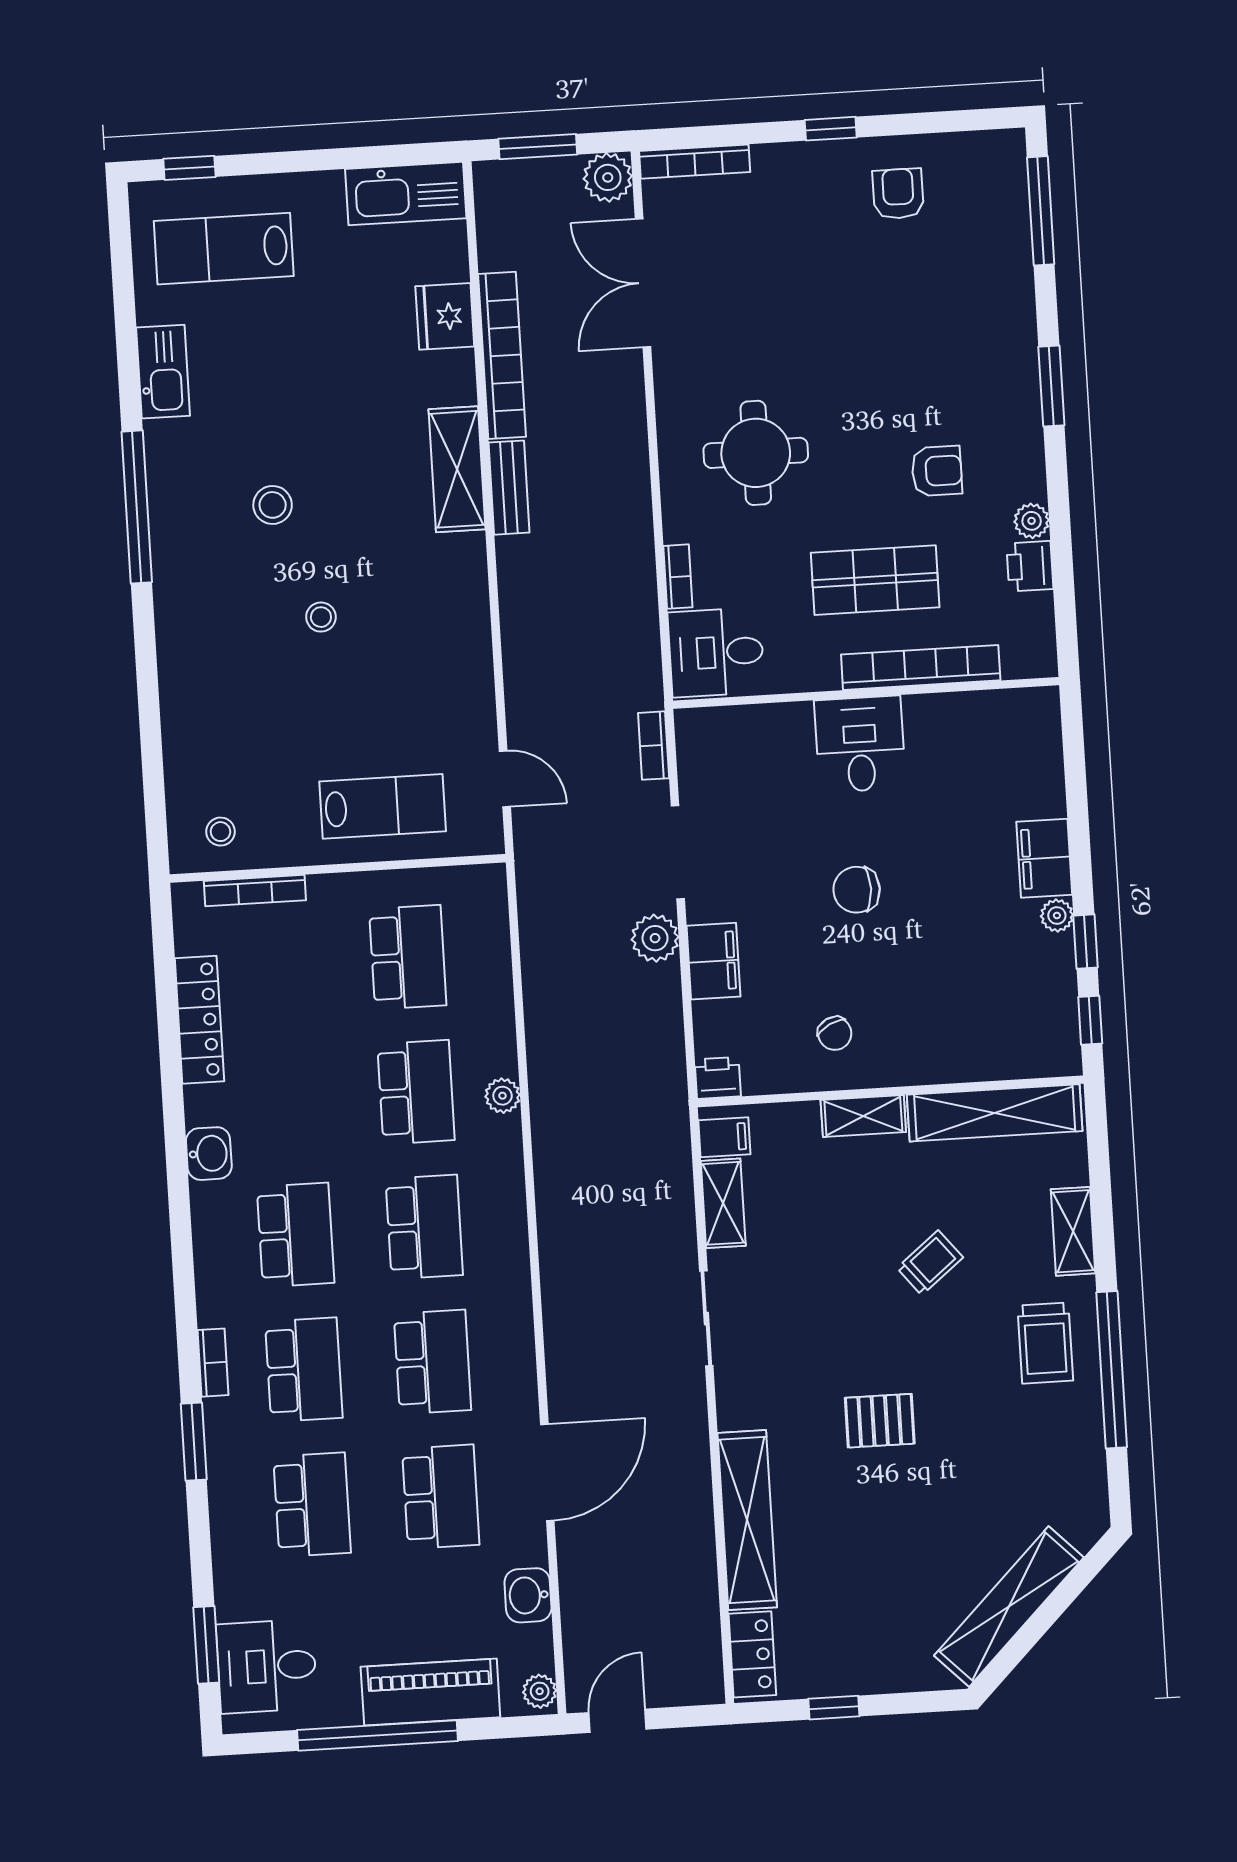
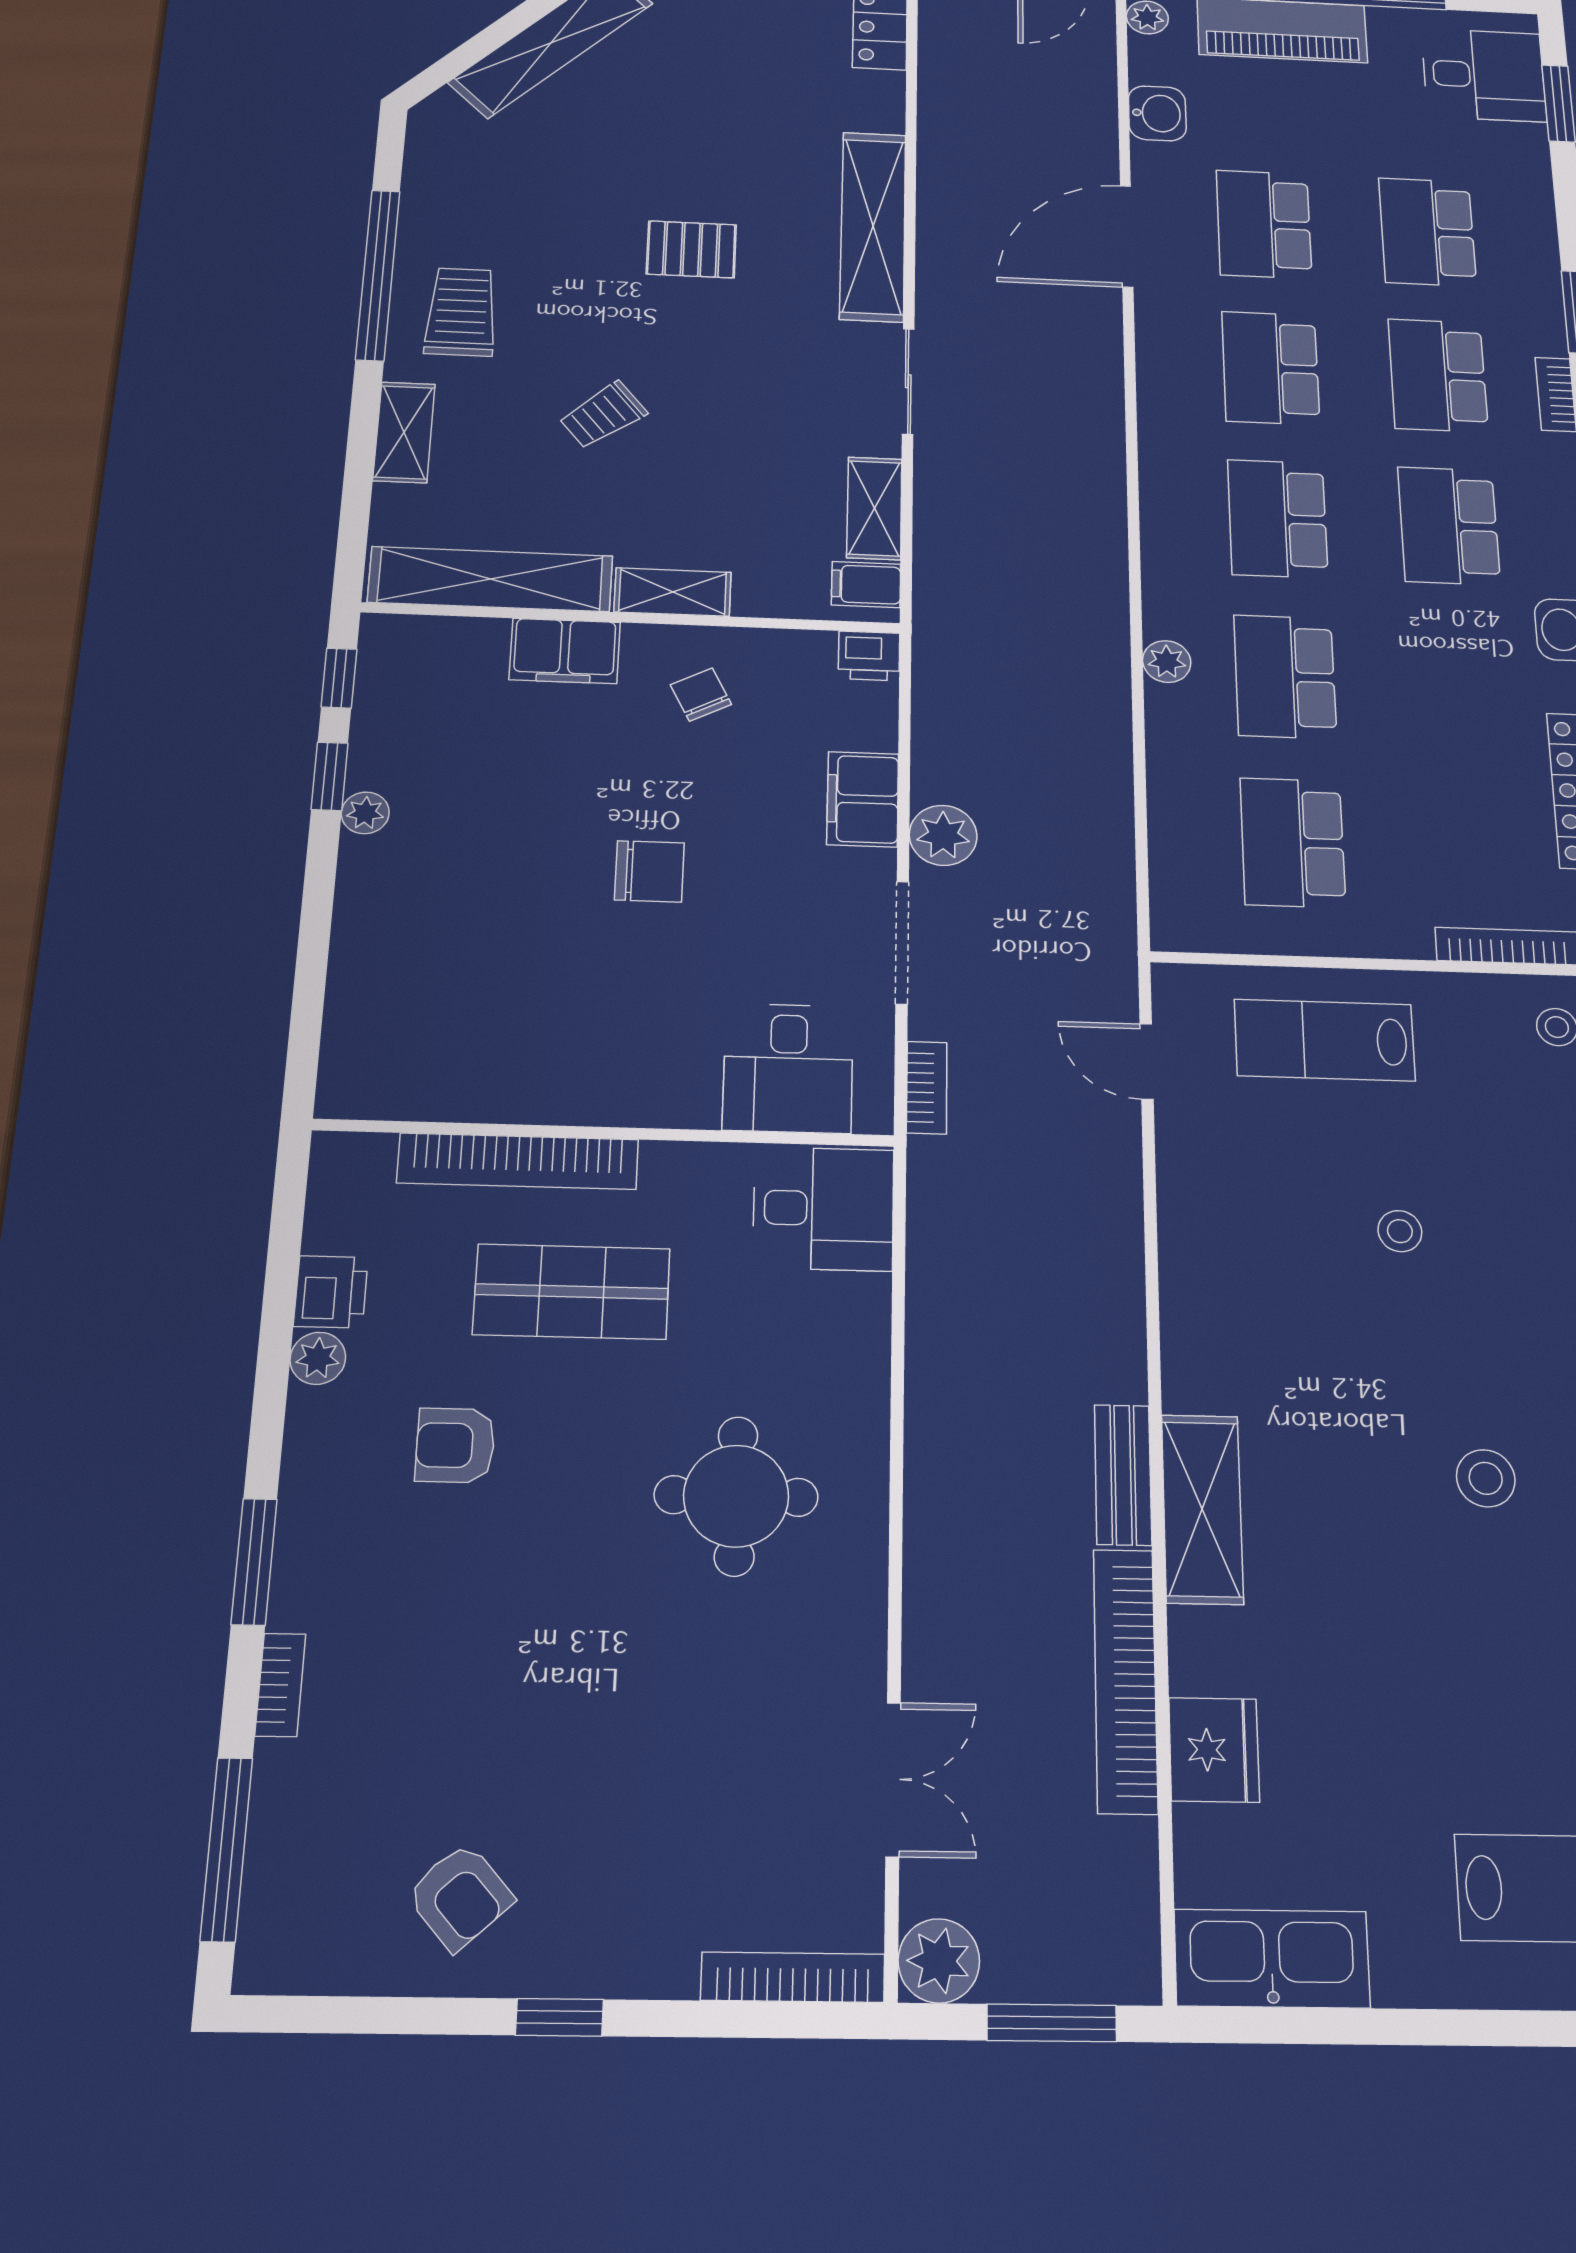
armchair: (898, 194) -> (460, 1896), turned -42
double door: (643, 283) -> (893, 1779), width x0.73
bookcase: (678, 577) -> (280, 1685), moved, turned 180
stool: (321, 617) -> (1400, 1231), moved
desk: (860, 744) -> (788, 1068), moved
filing cabinet: (1044, 858) -> (565, 651), moved, turned 90
shelving: (747, 1520) -> (873, 226), moved

